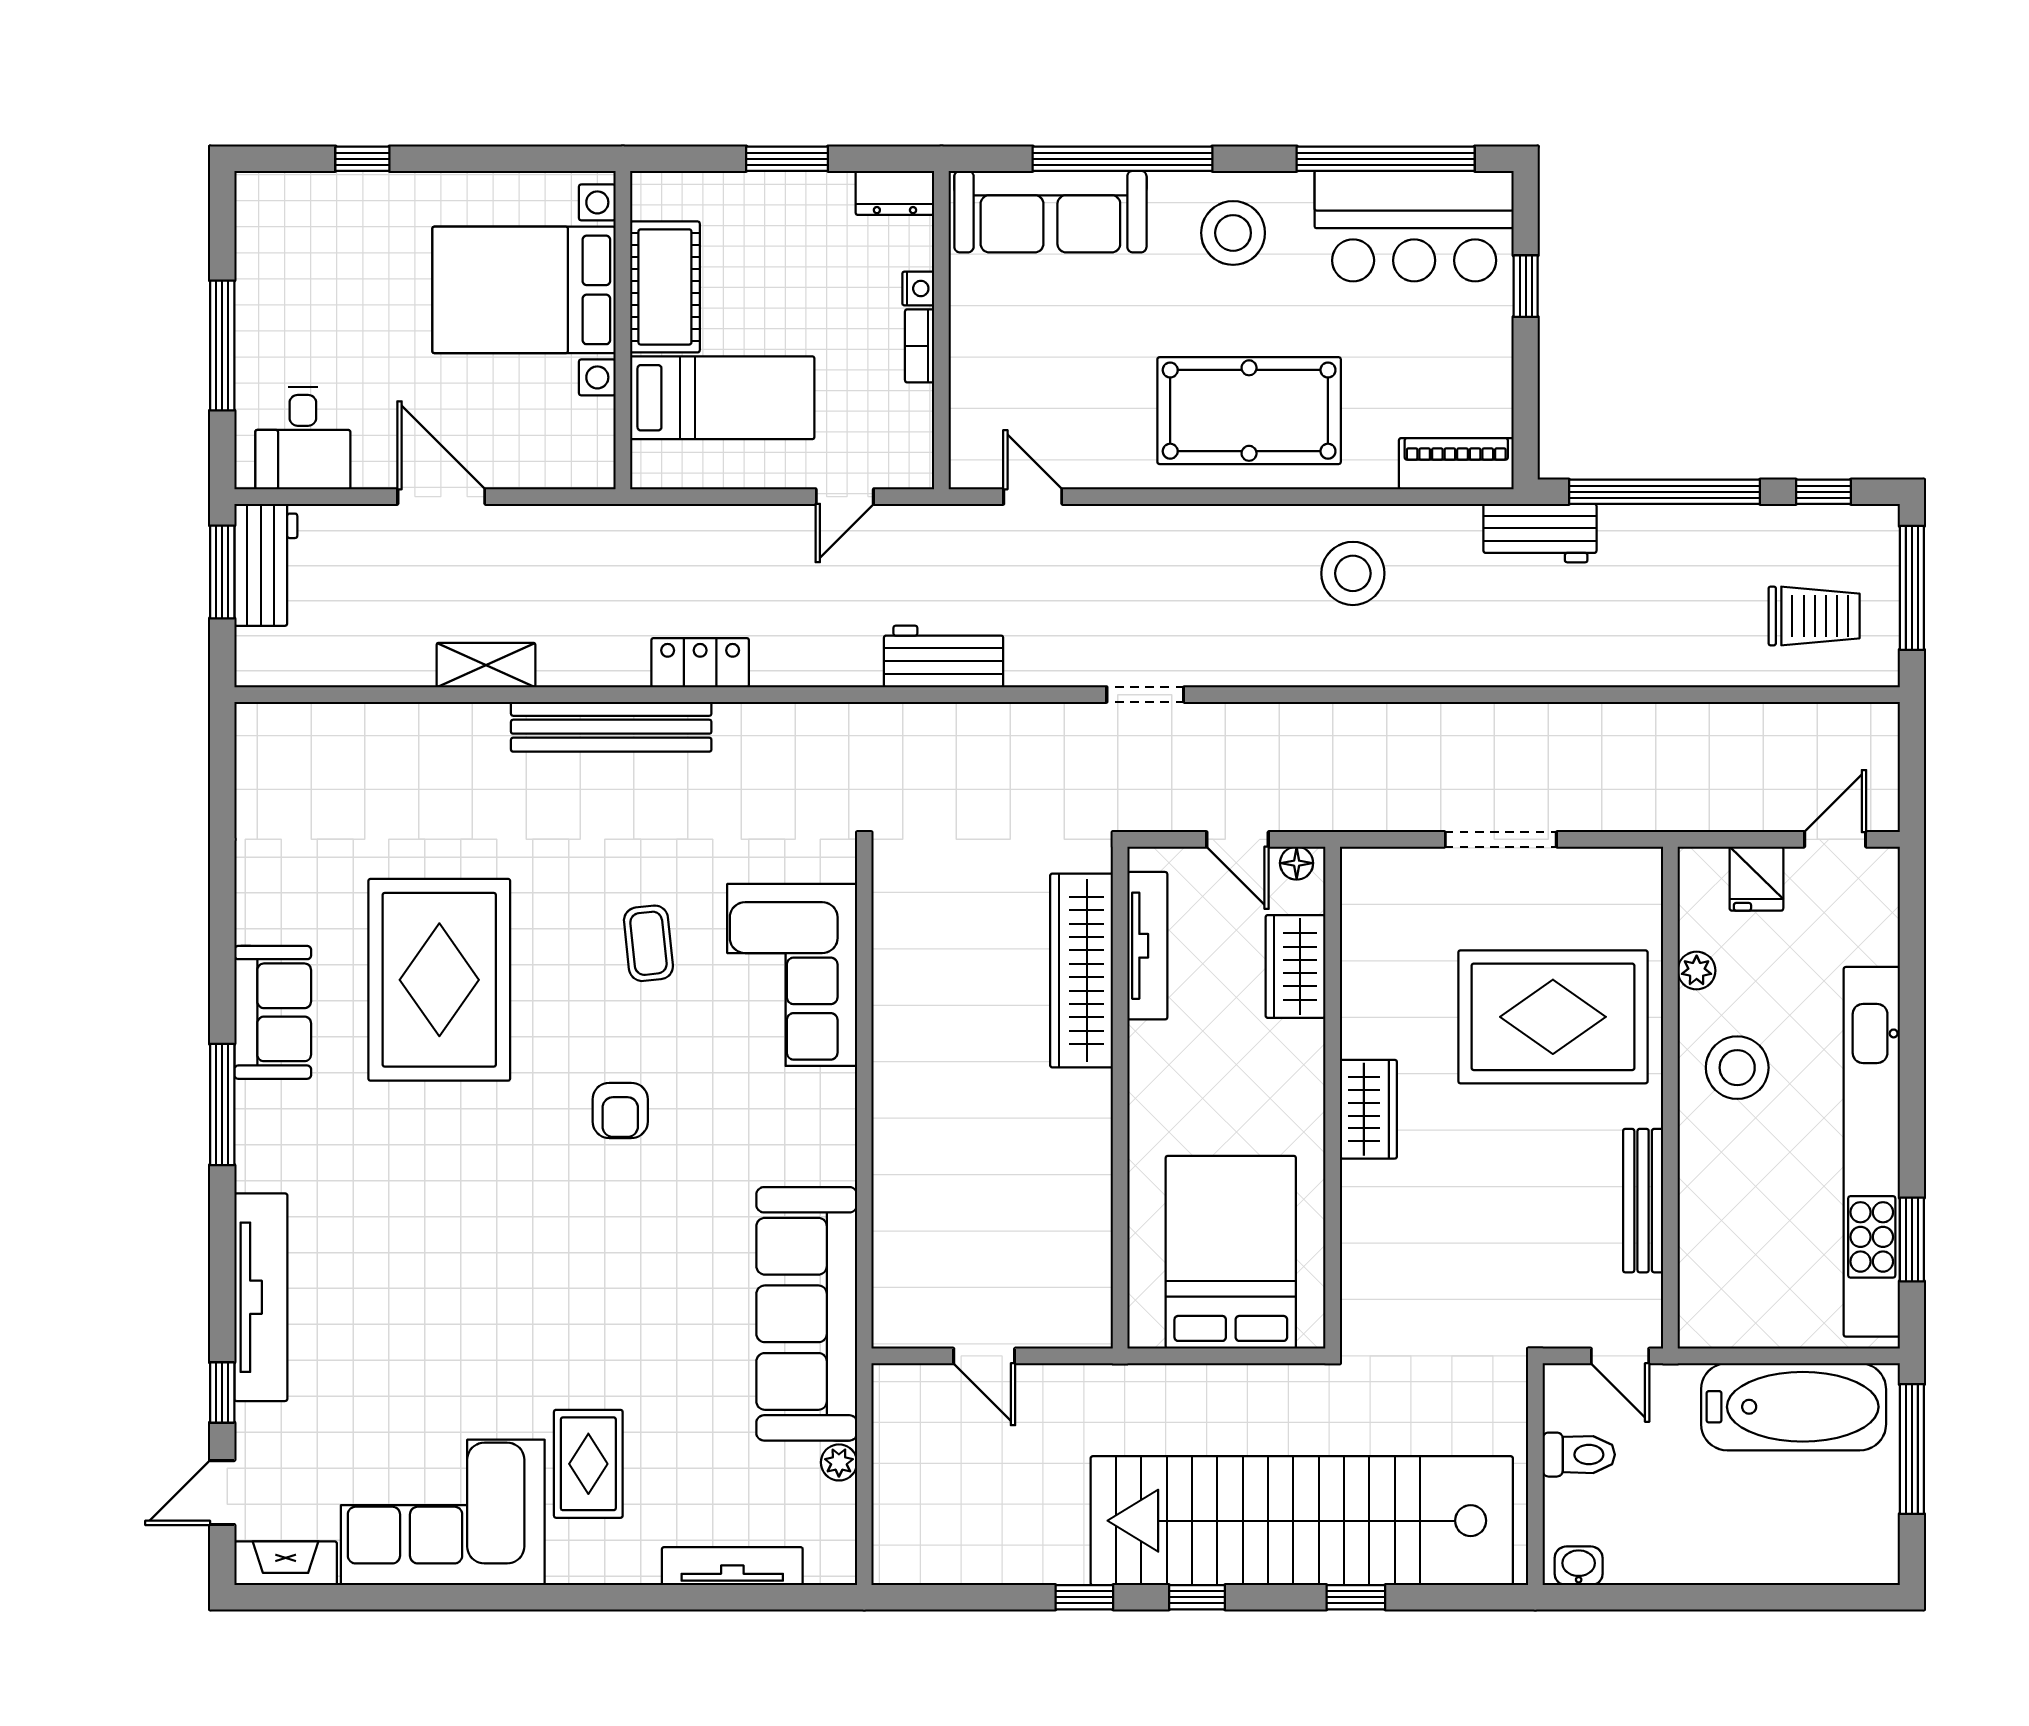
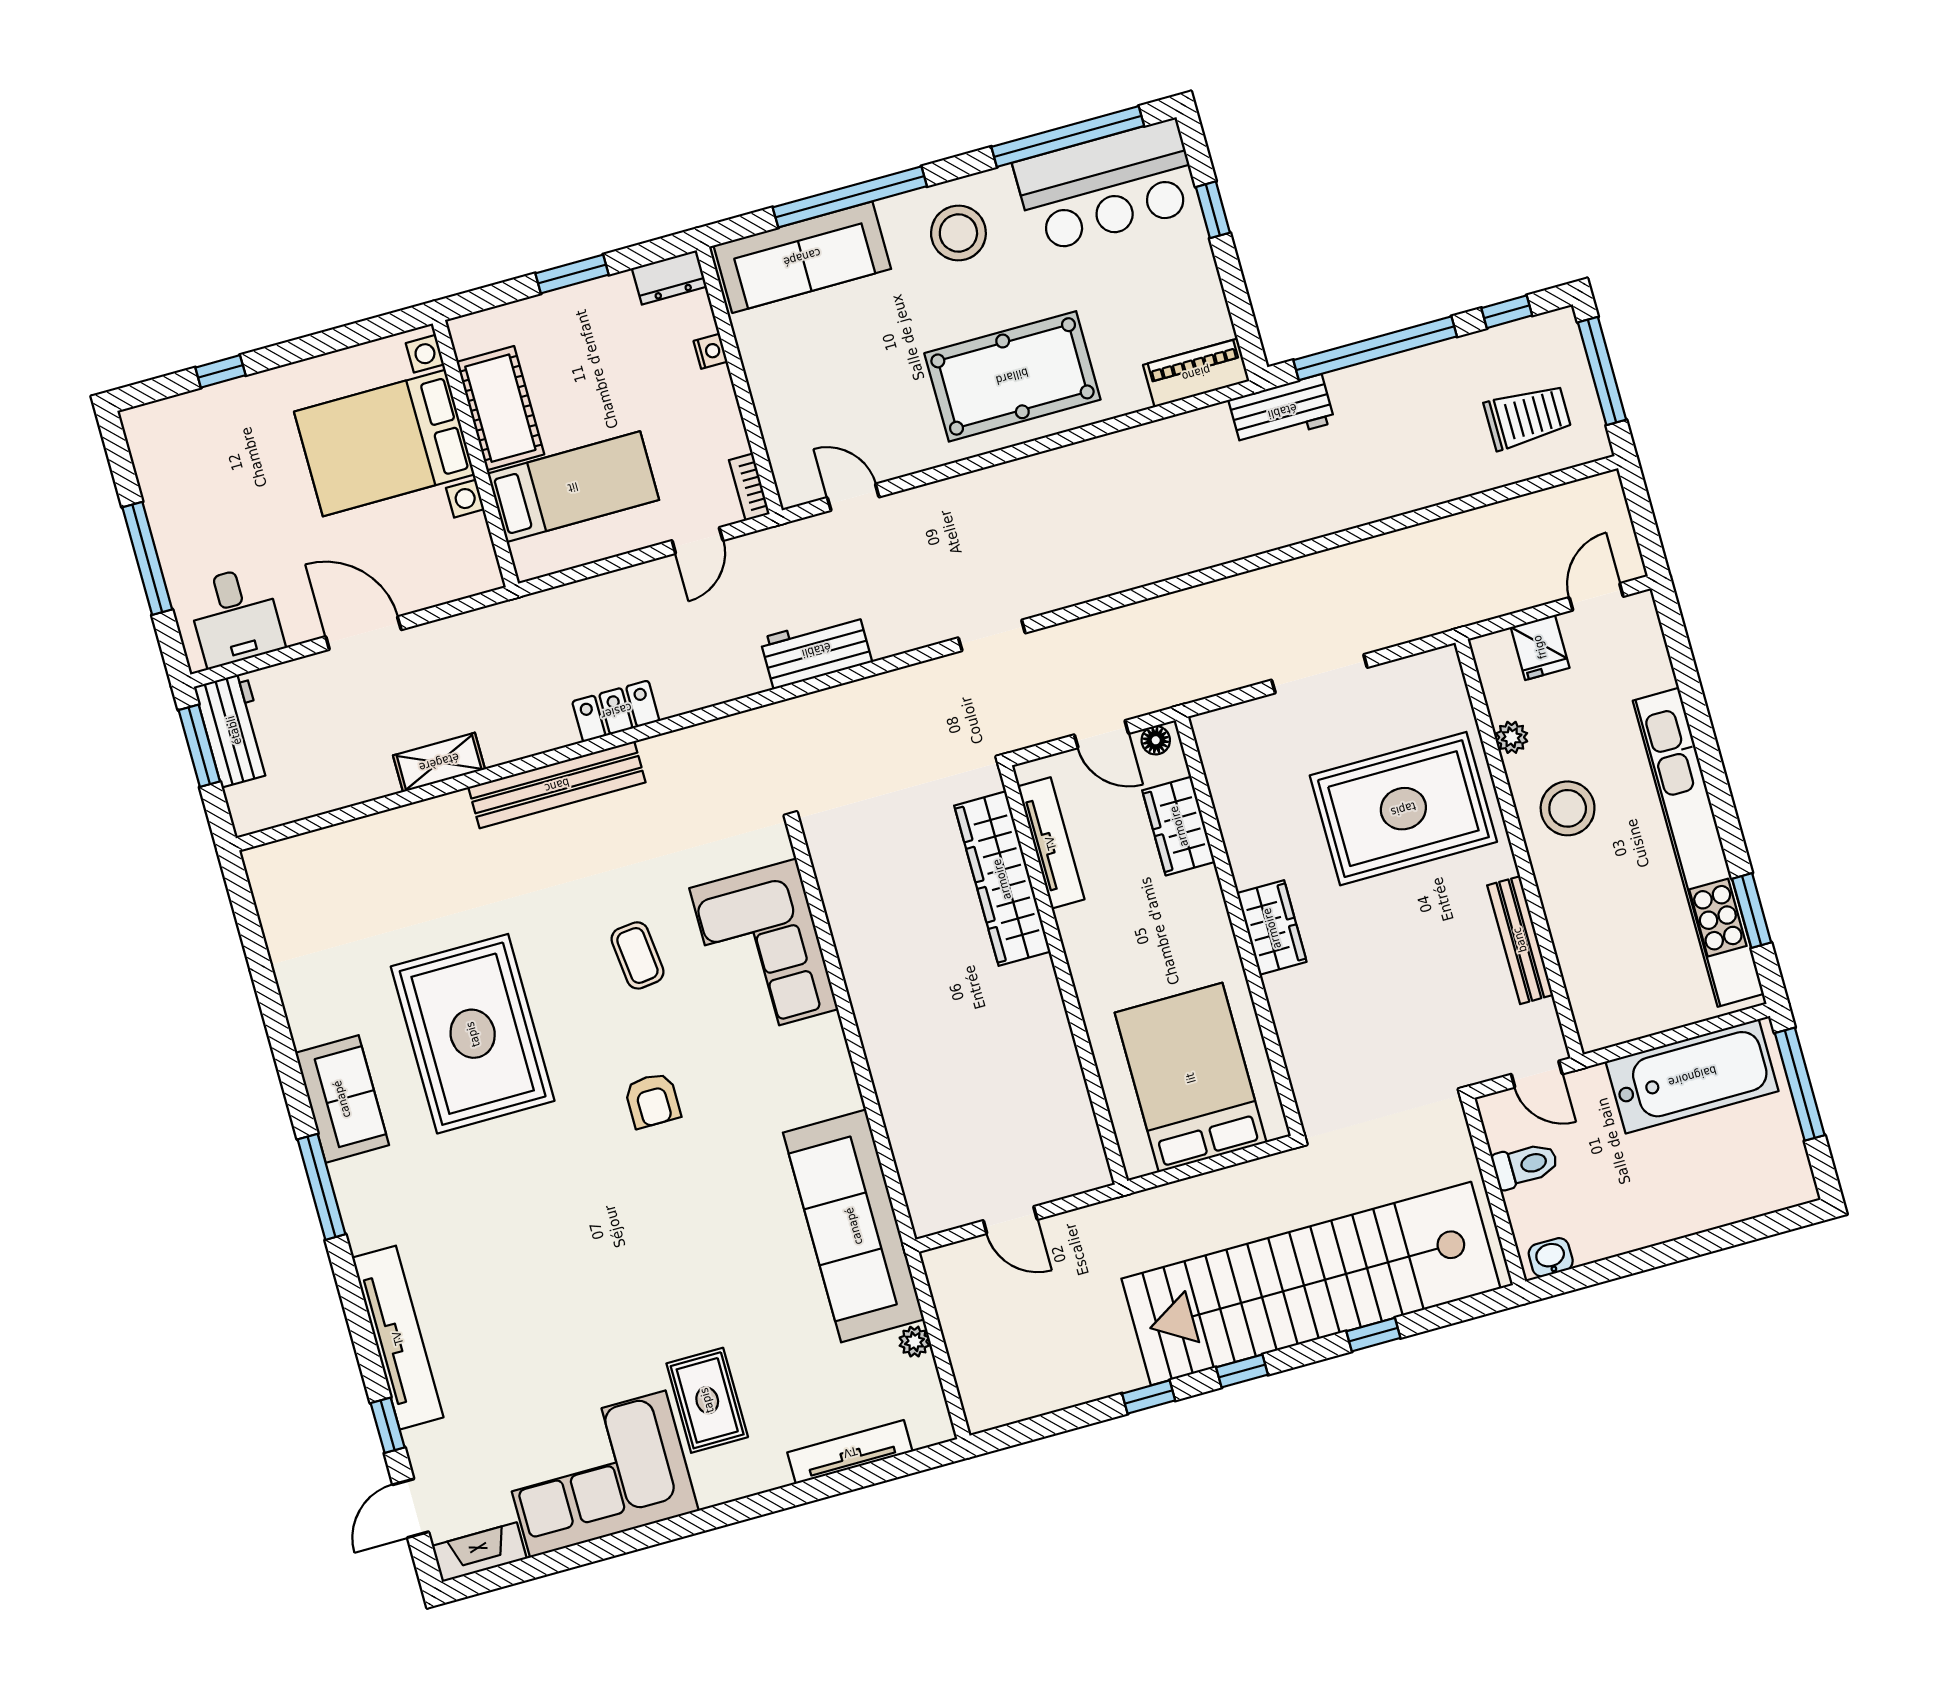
bookcase: (920, 346) -> (749, 487), moved
stool: (1353, 573) -> (1136, 487), removed

